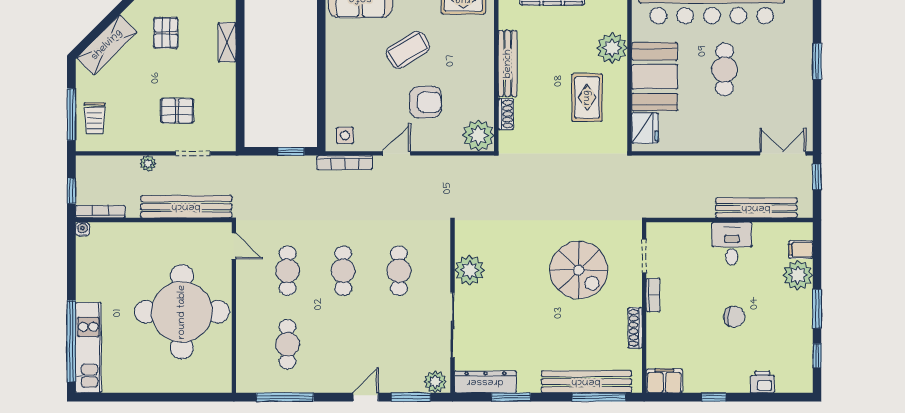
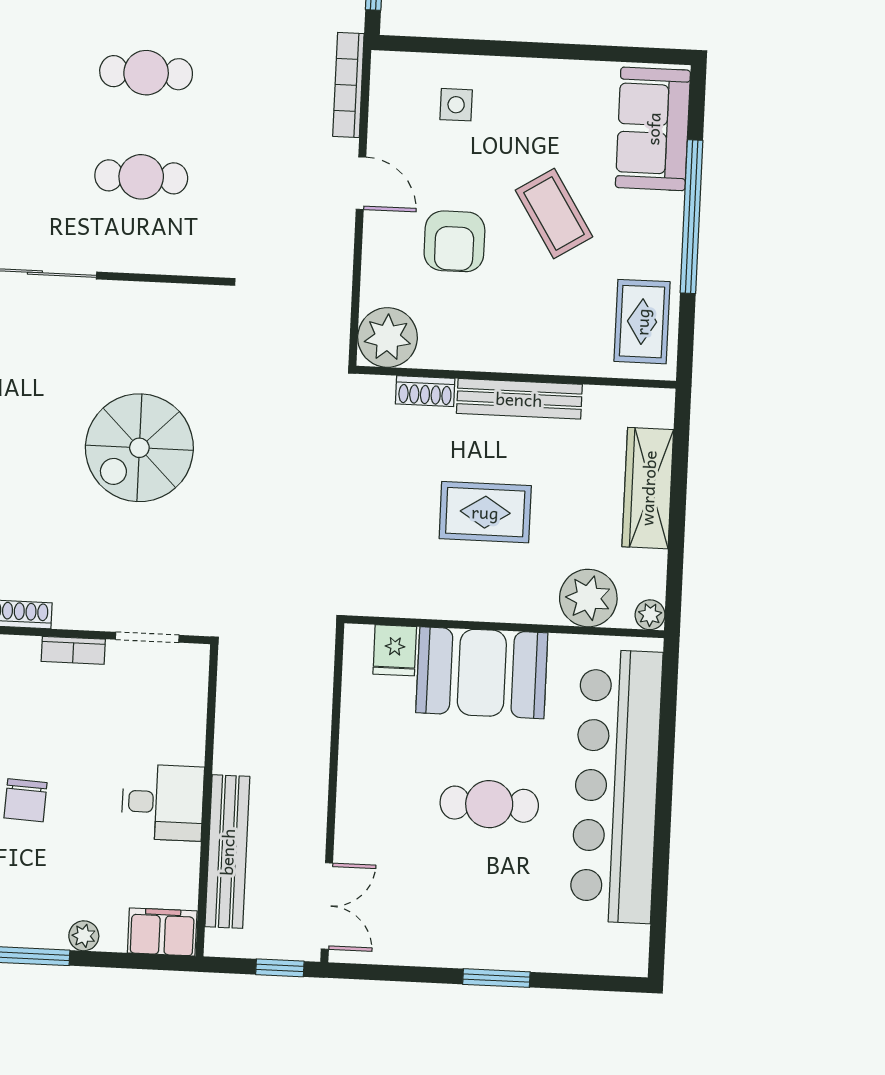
plant: (612, 48) -> (588, 598), moved
rug: (587, 98) -> (485, 512), moved
fridge: (645, 128) -> (395, 650), width x0.72
side table: (345, 135) -> (456, 105), moved
filing cabinet: (801, 250) -> (162, 932), width x2.00
plant: (470, 270) -> (136, 309), removed
spiral stairs: (579, 270) -> (139, 448), moved
plant: (798, 275) -> (84, 936), width x0.53, depth x0.53

